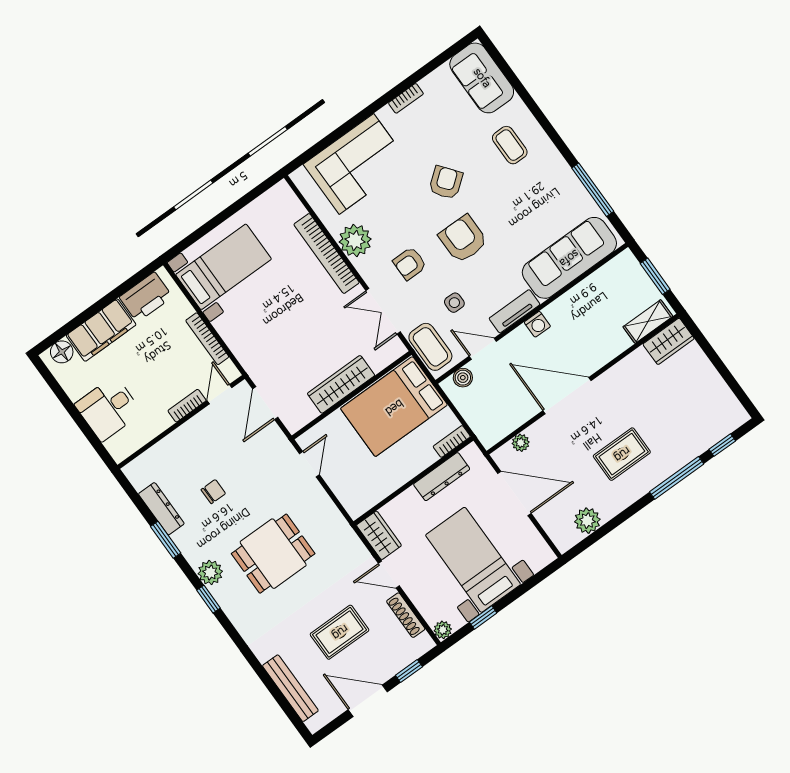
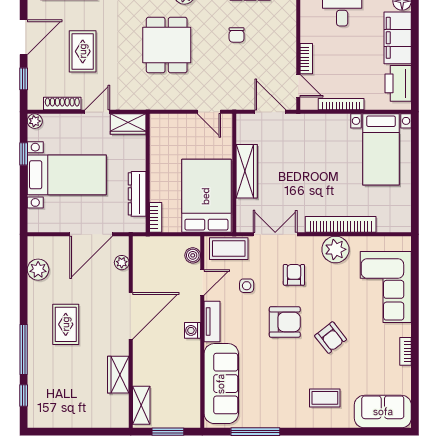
wardrobe: (669, 341) -> (118, 375), moved

